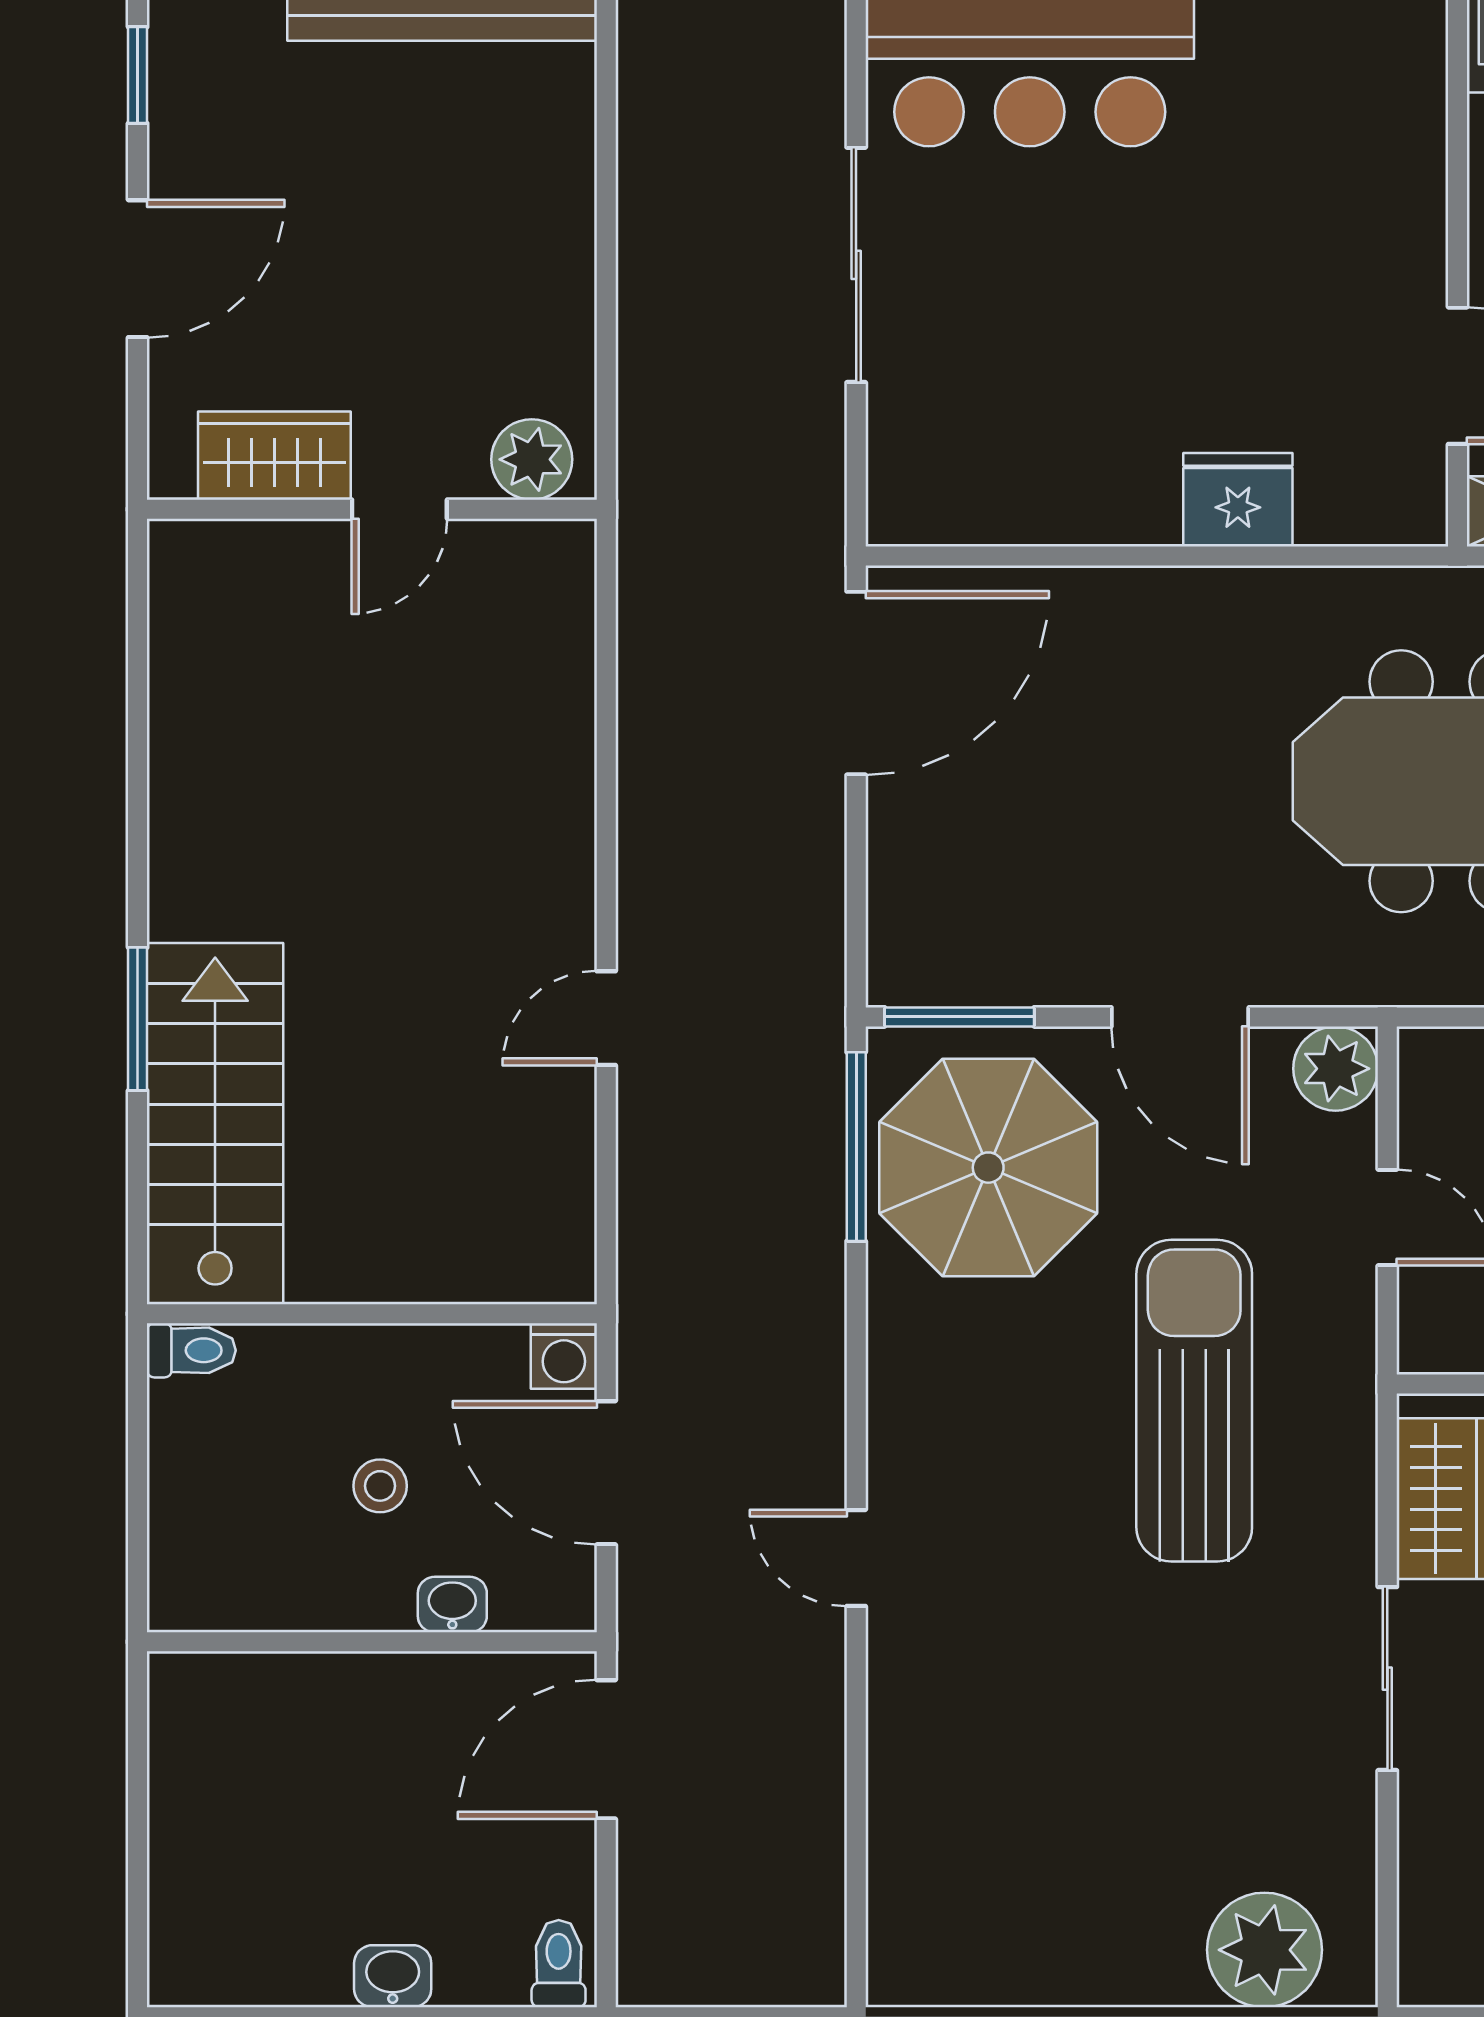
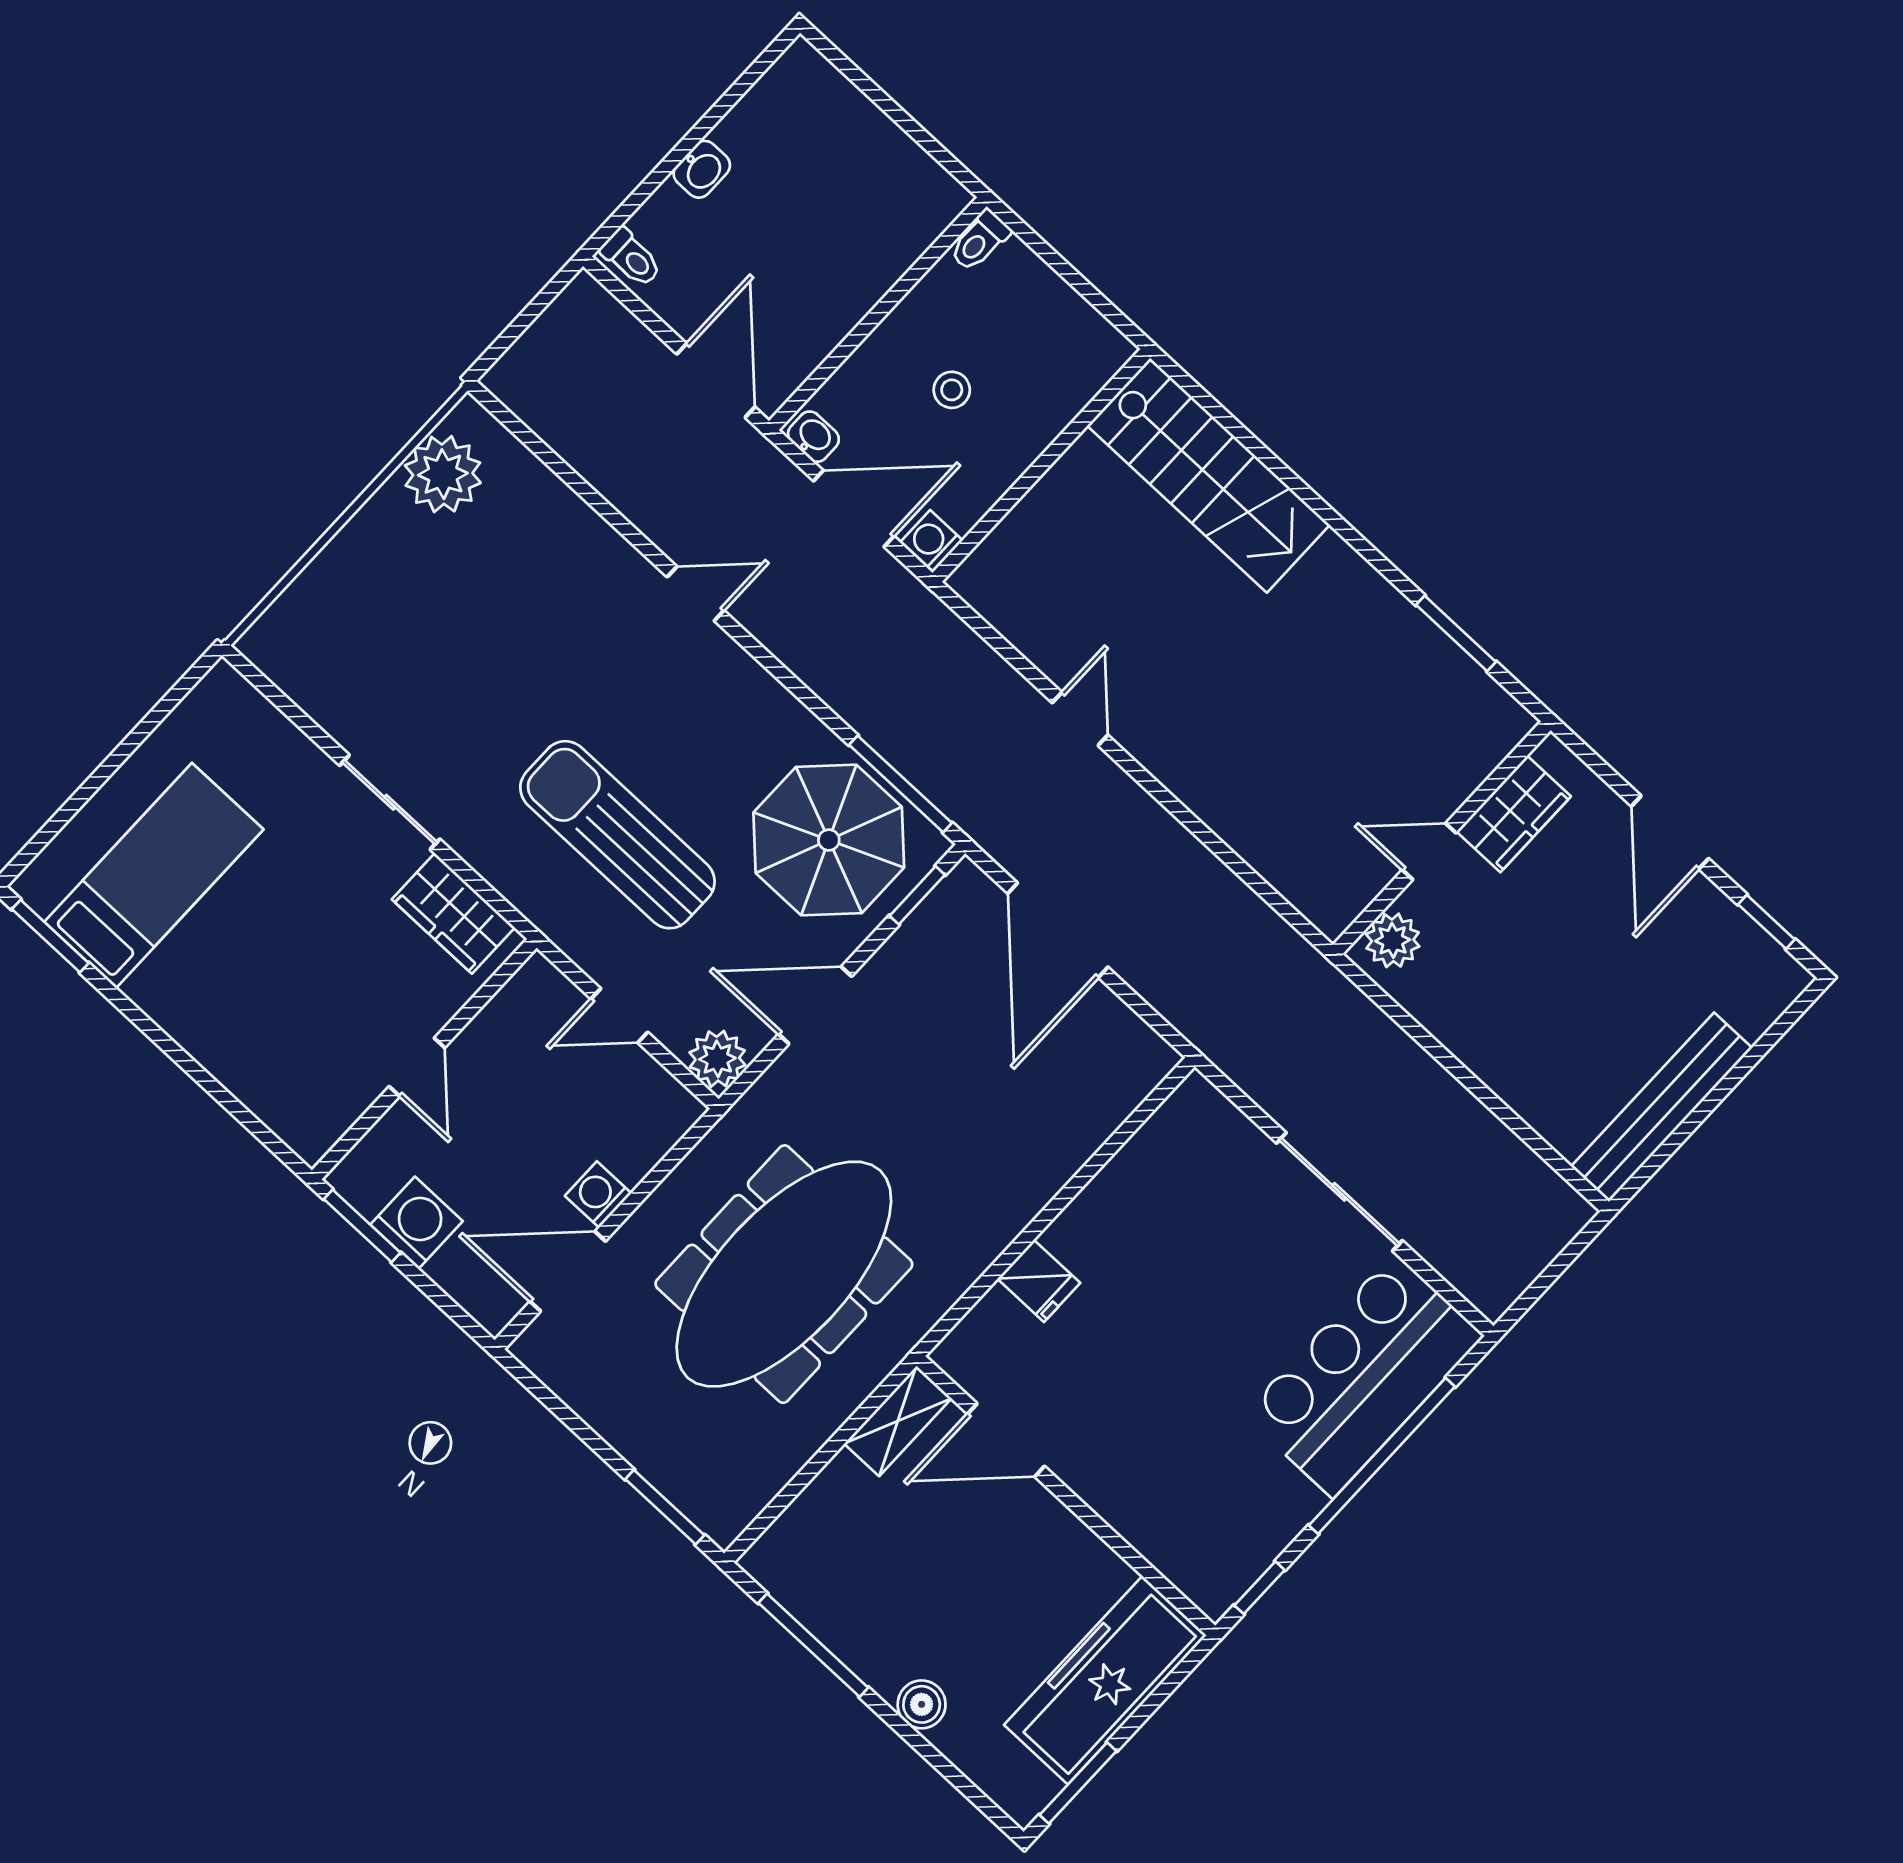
fridge: (1238, 500) -> (1039, 1281), width x0.72
door: (399, 509) -> (1429, 851), hinge flipped
door: (856, 683) -> (1058, 930), moved
window: (959, 1017) -> (917, 895), width x0.67
window: (138, 1019) -> (1456, 633), moved
toilet: (191, 1350) -> (980, 241), moved
sun lounger: (1194, 1401) -> (617, 835), turned 180
washbasin: (452, 1605) -> (813, 437), moved, turned -90
plant: (1264, 1950) -> (443, 474), moved

